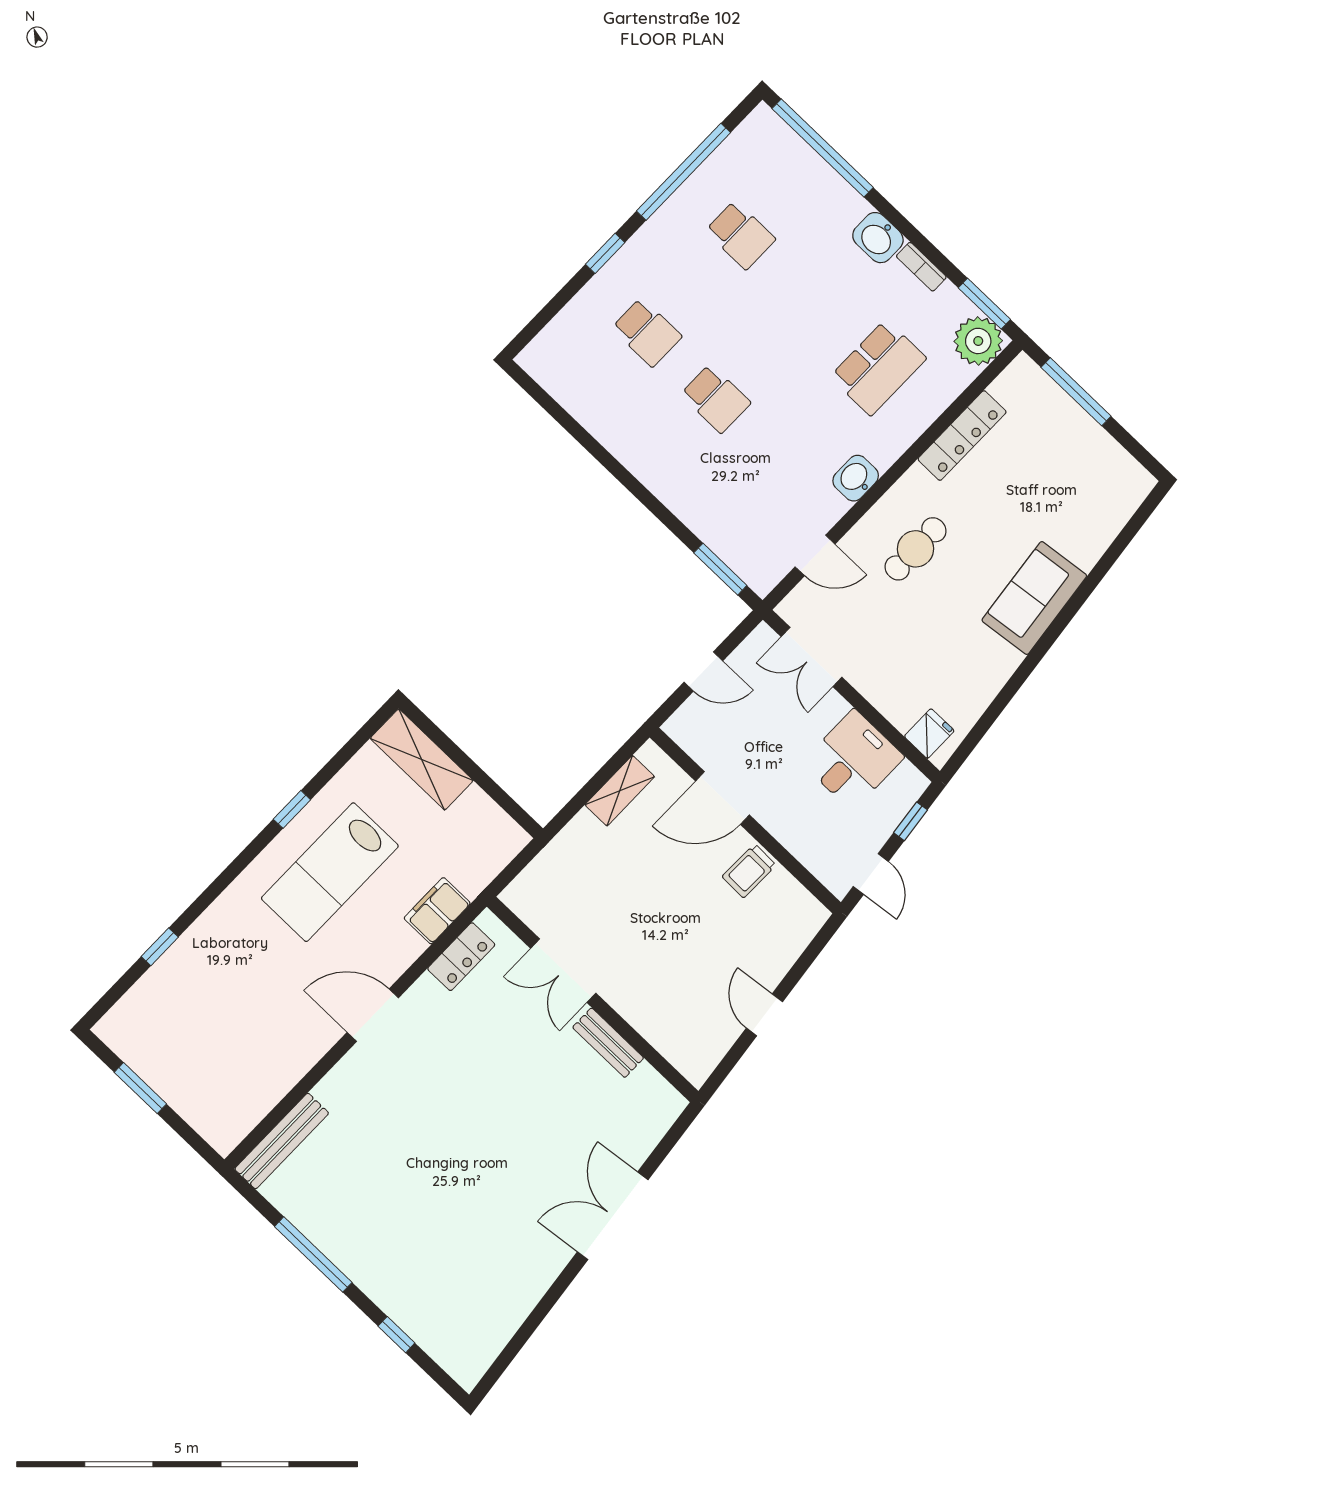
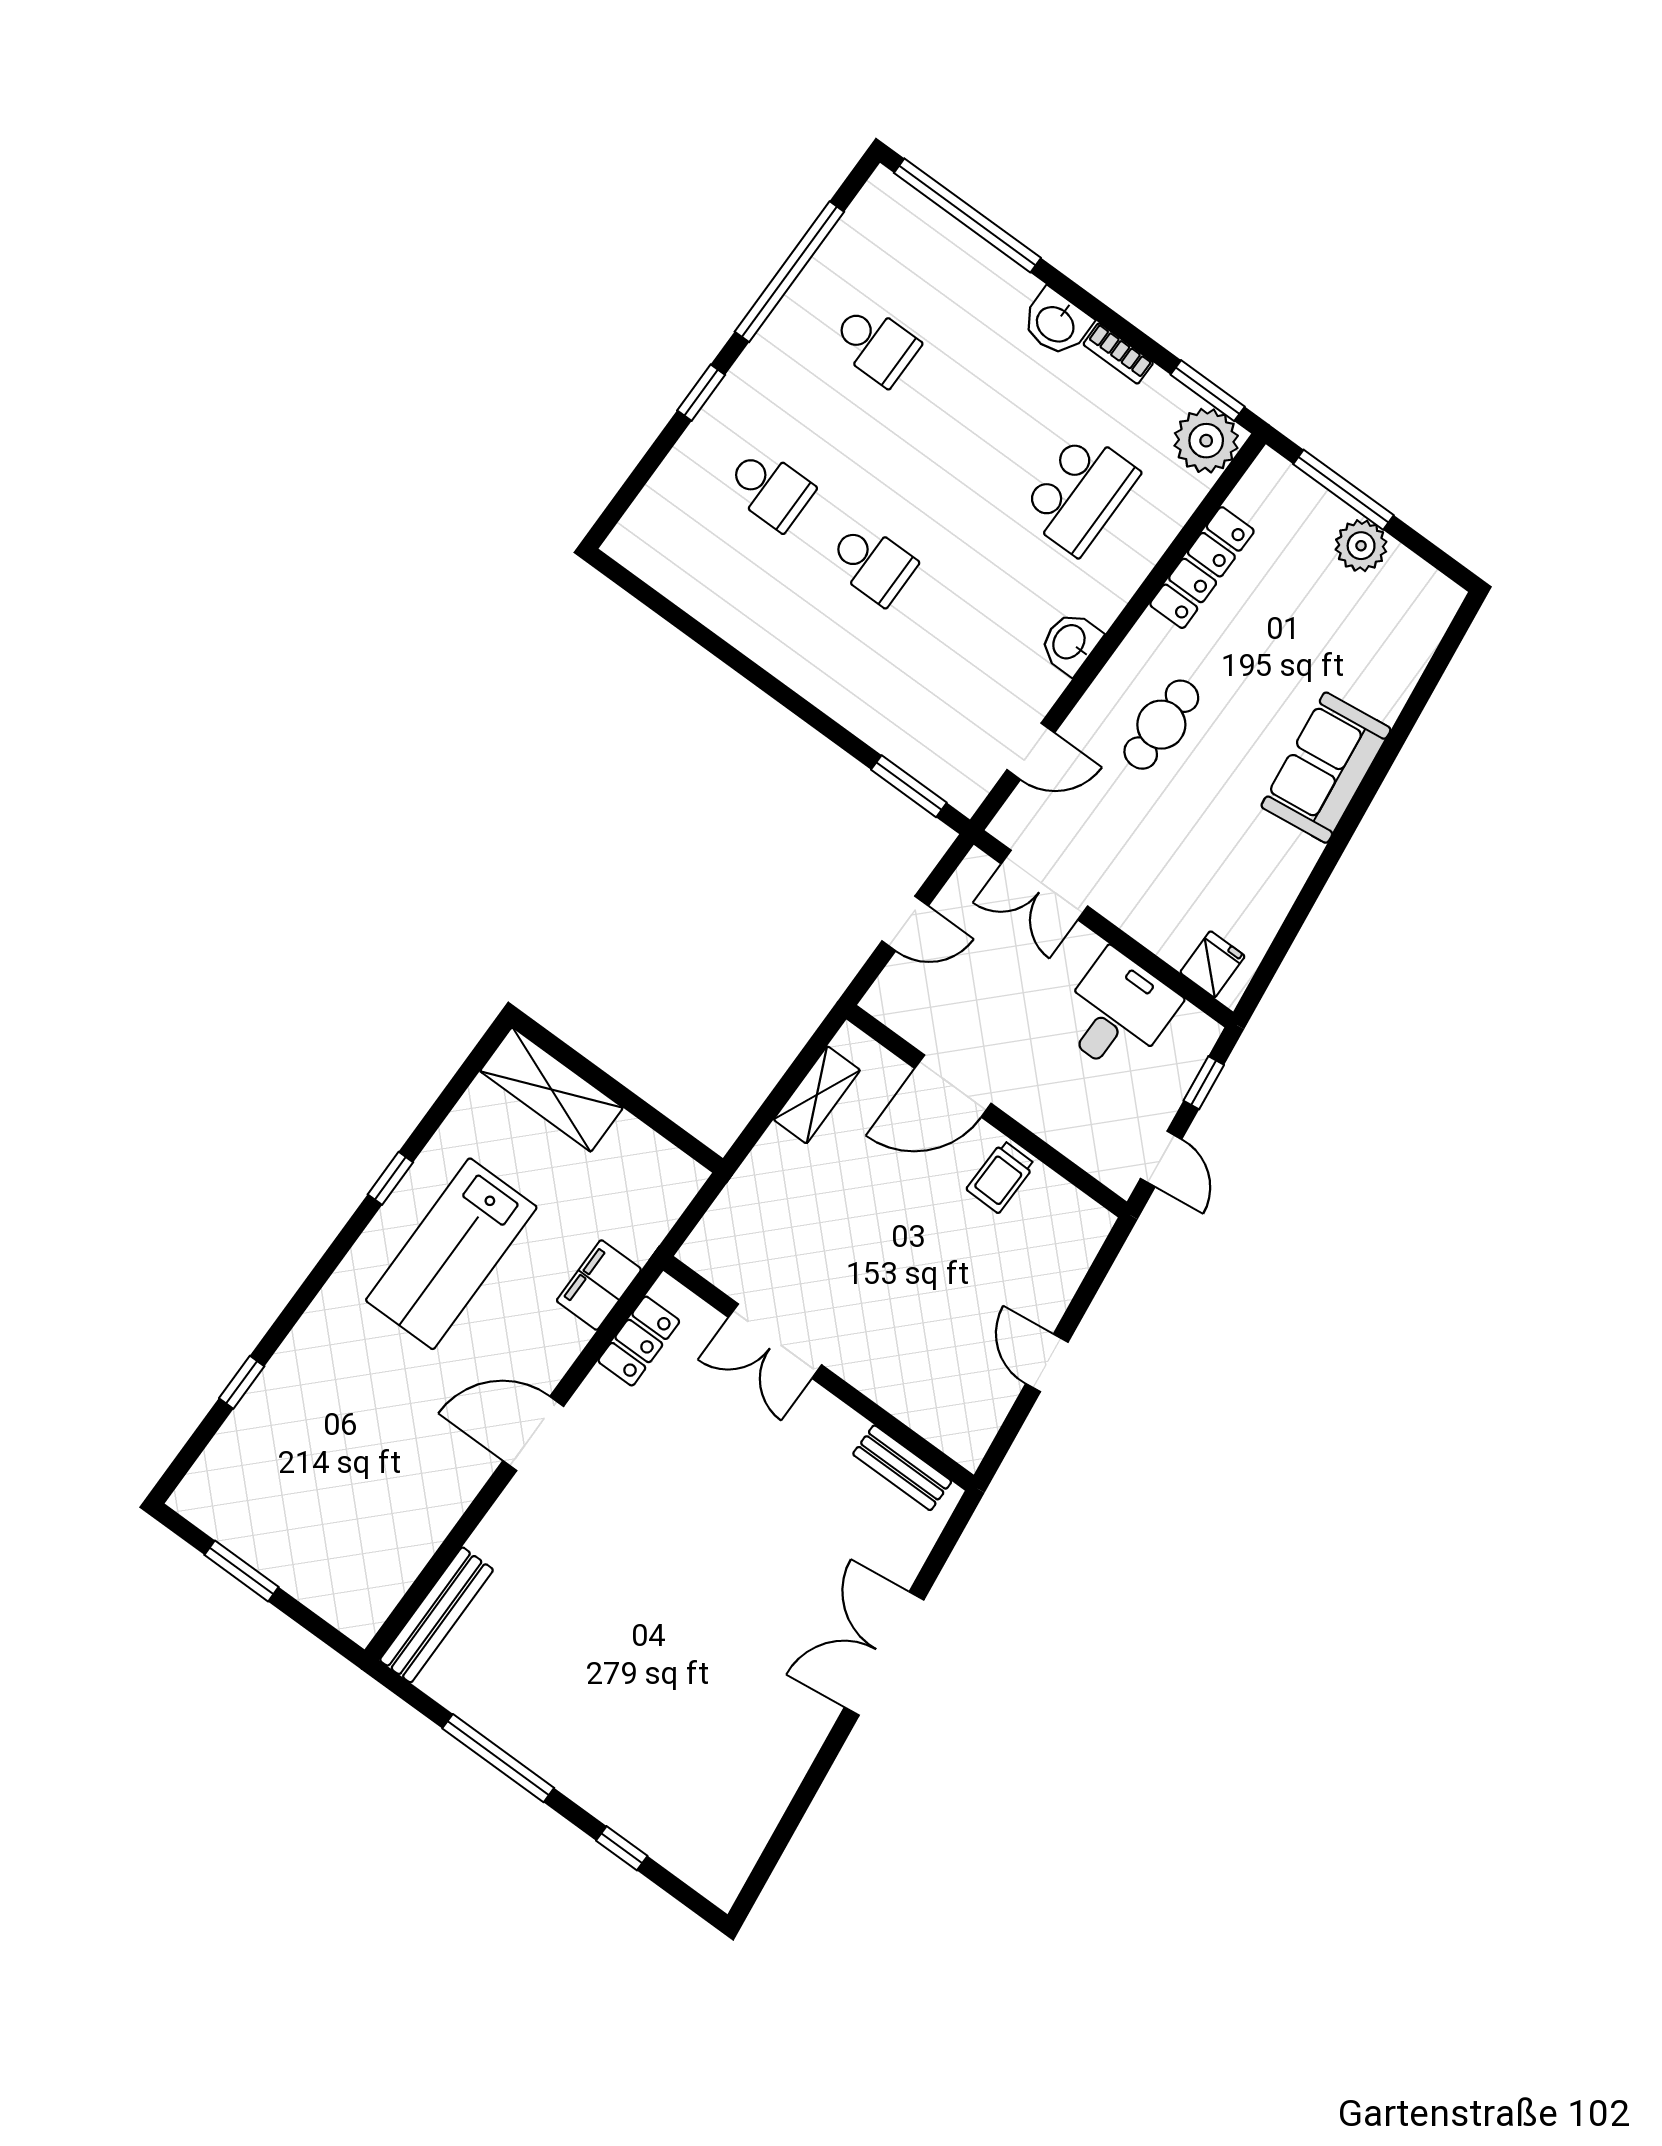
plant: (1083, 435) -> (1361, 546), added
bench: (608, 1043) -> (902, 1468), moved

